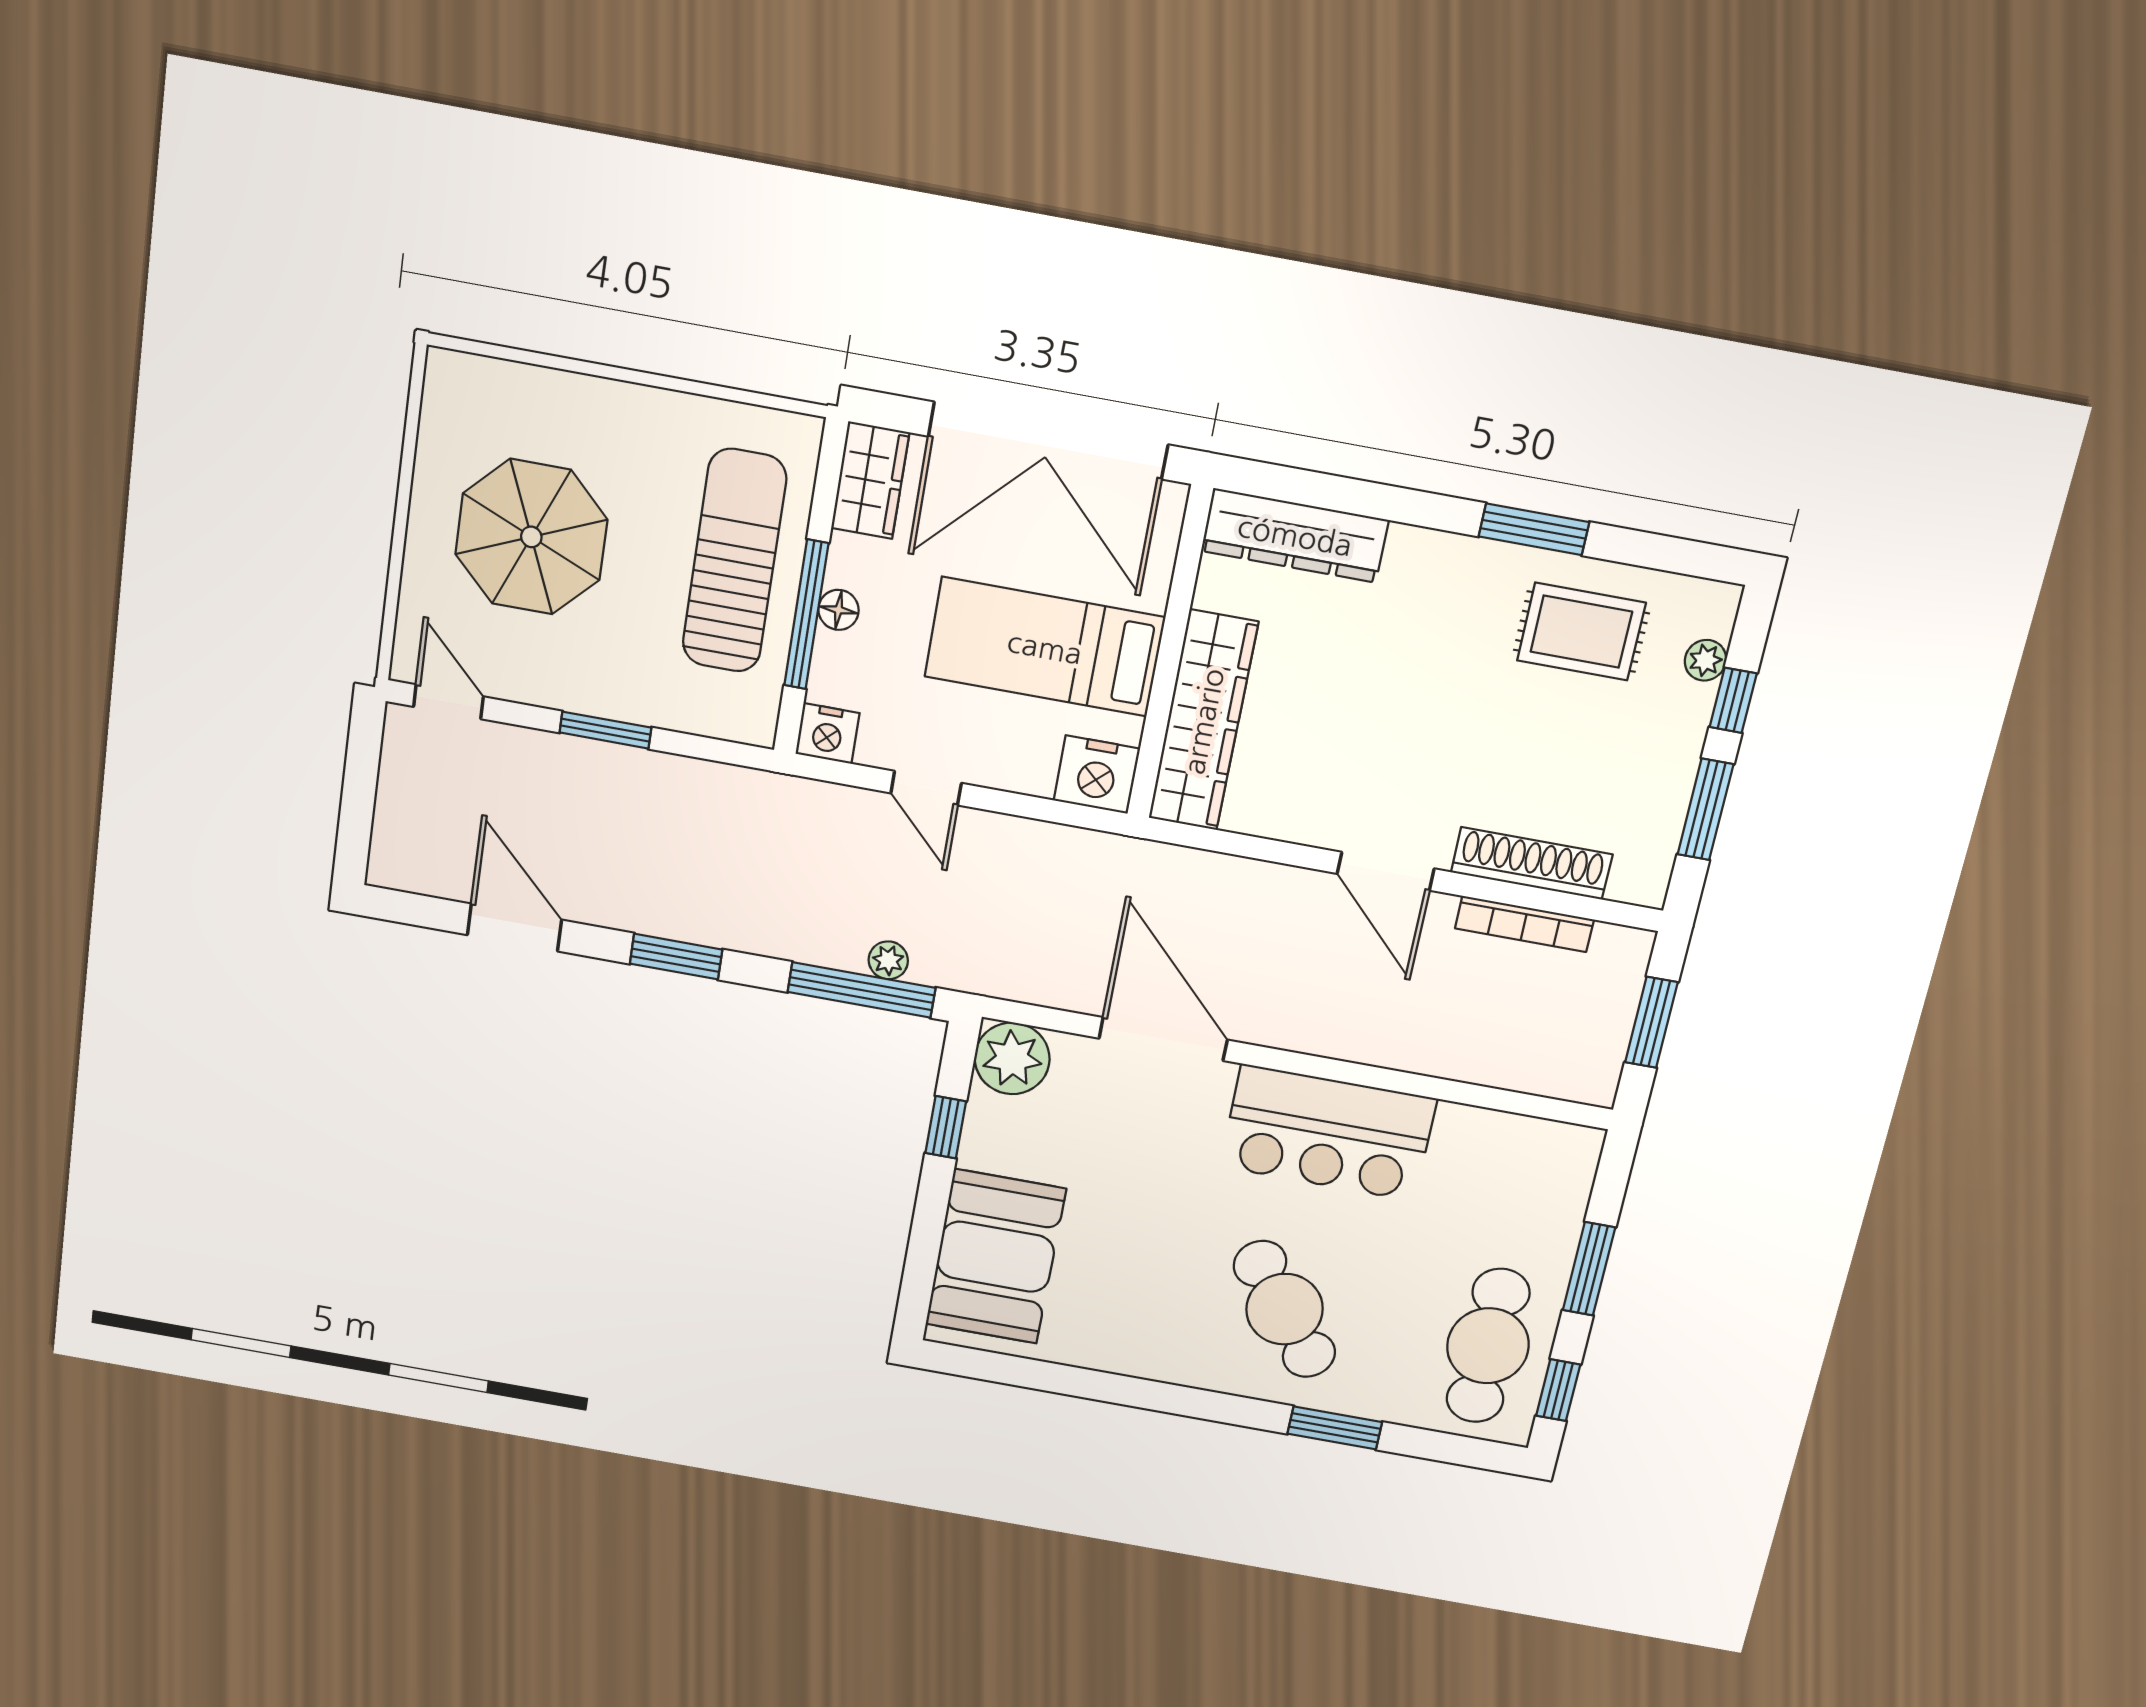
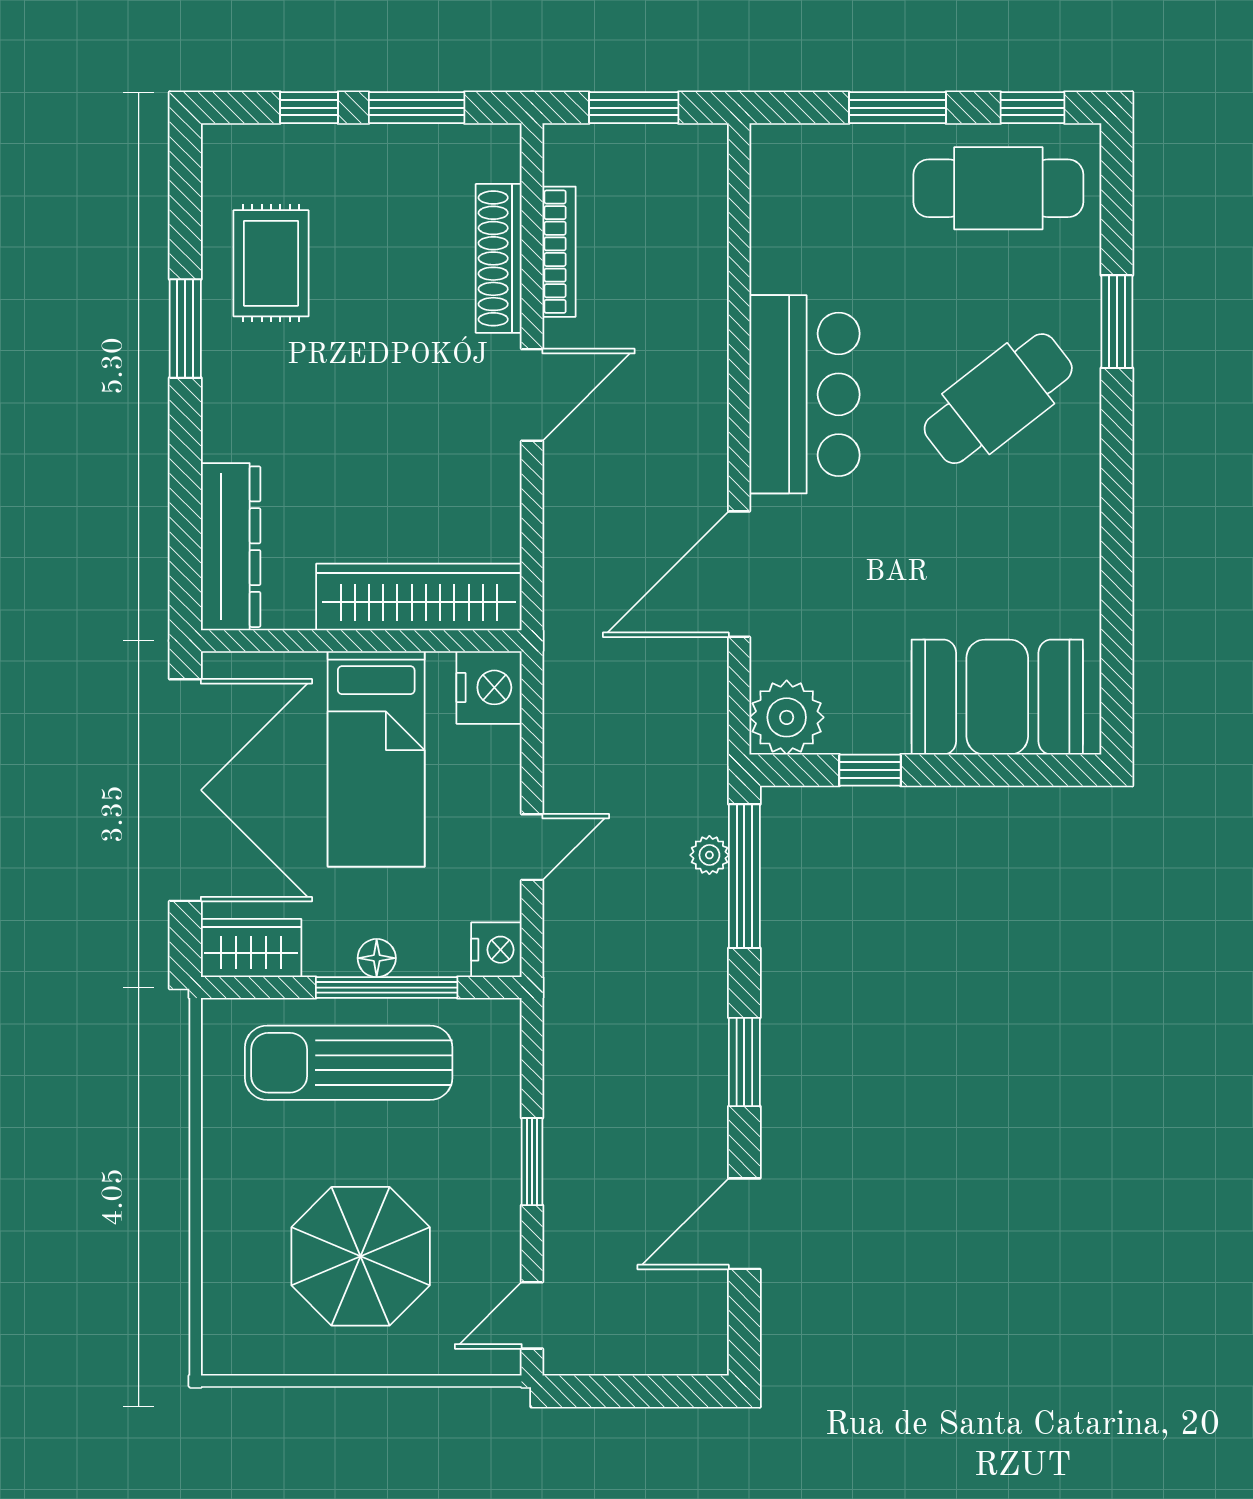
plant: (1705, 660) -> (277, 142), removed

